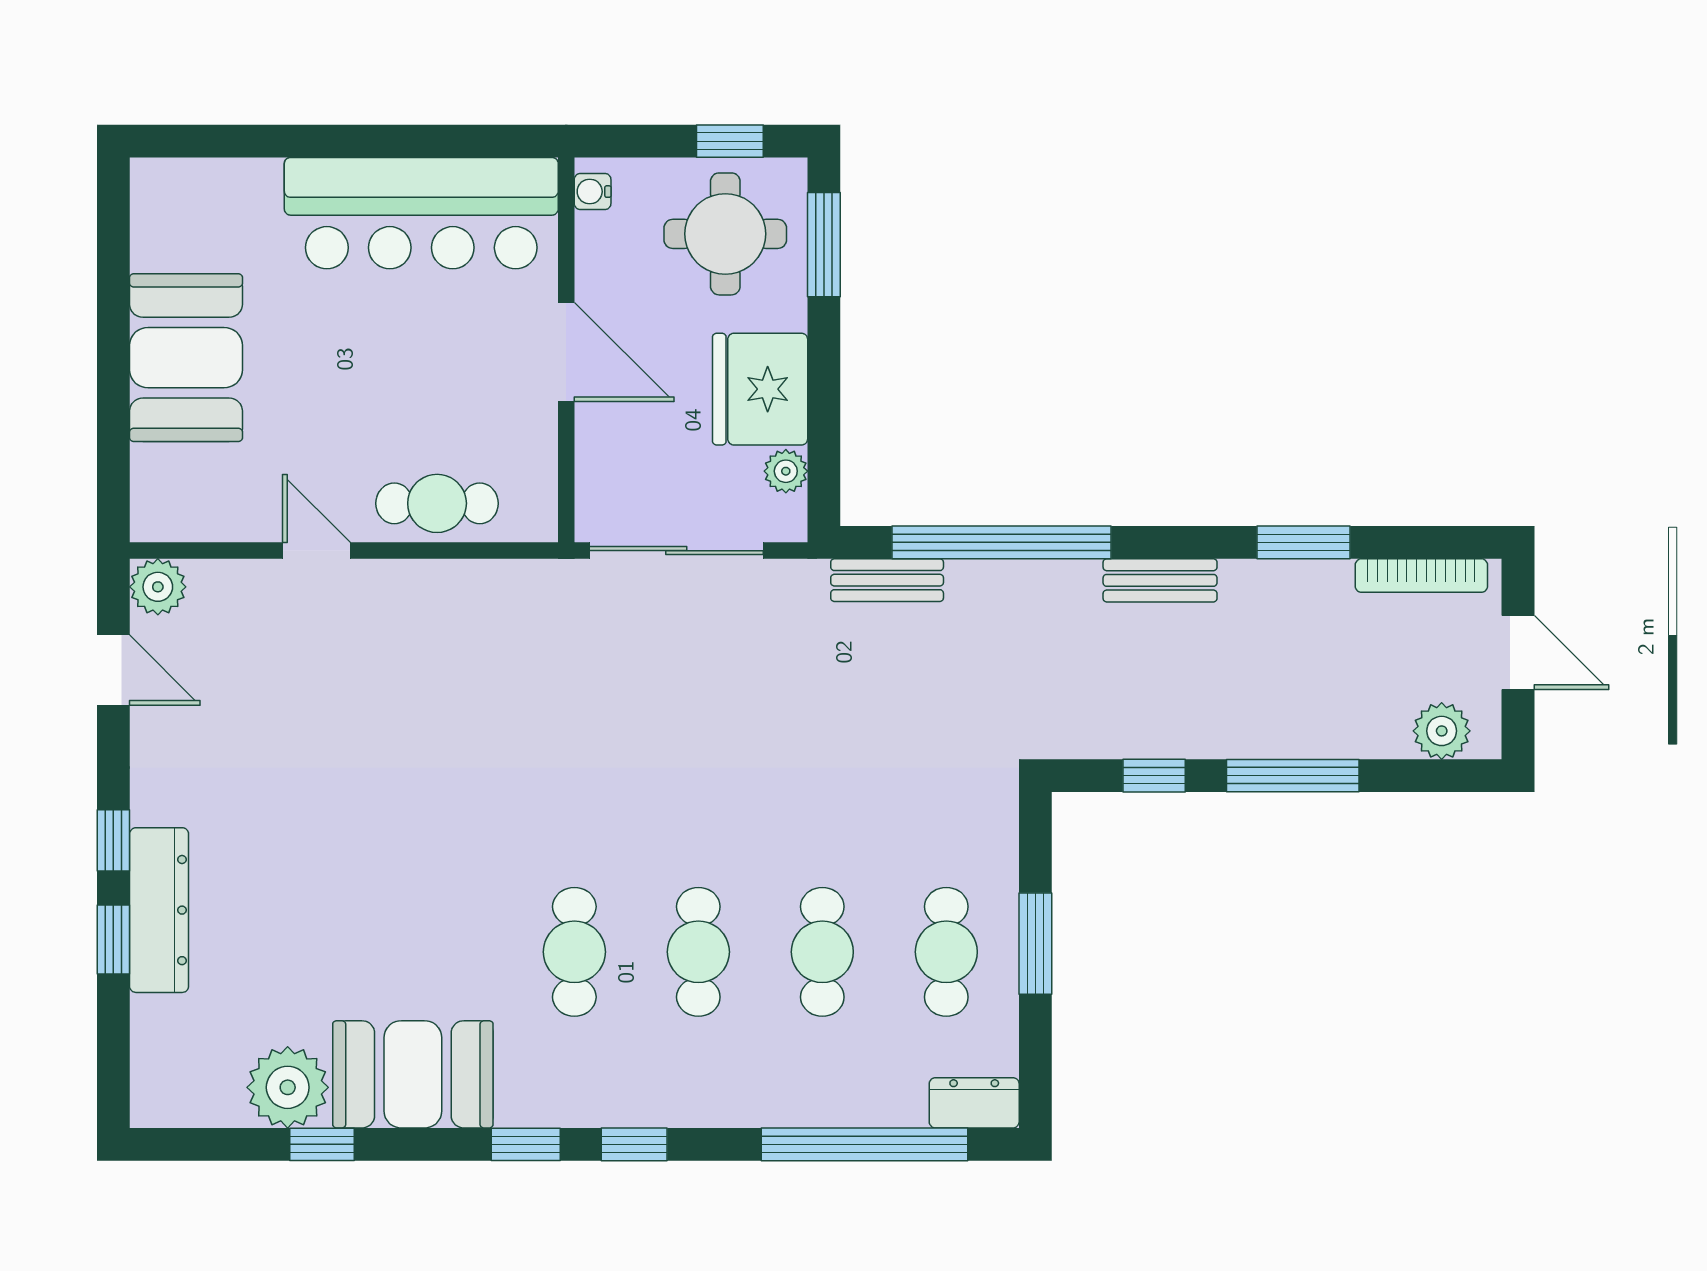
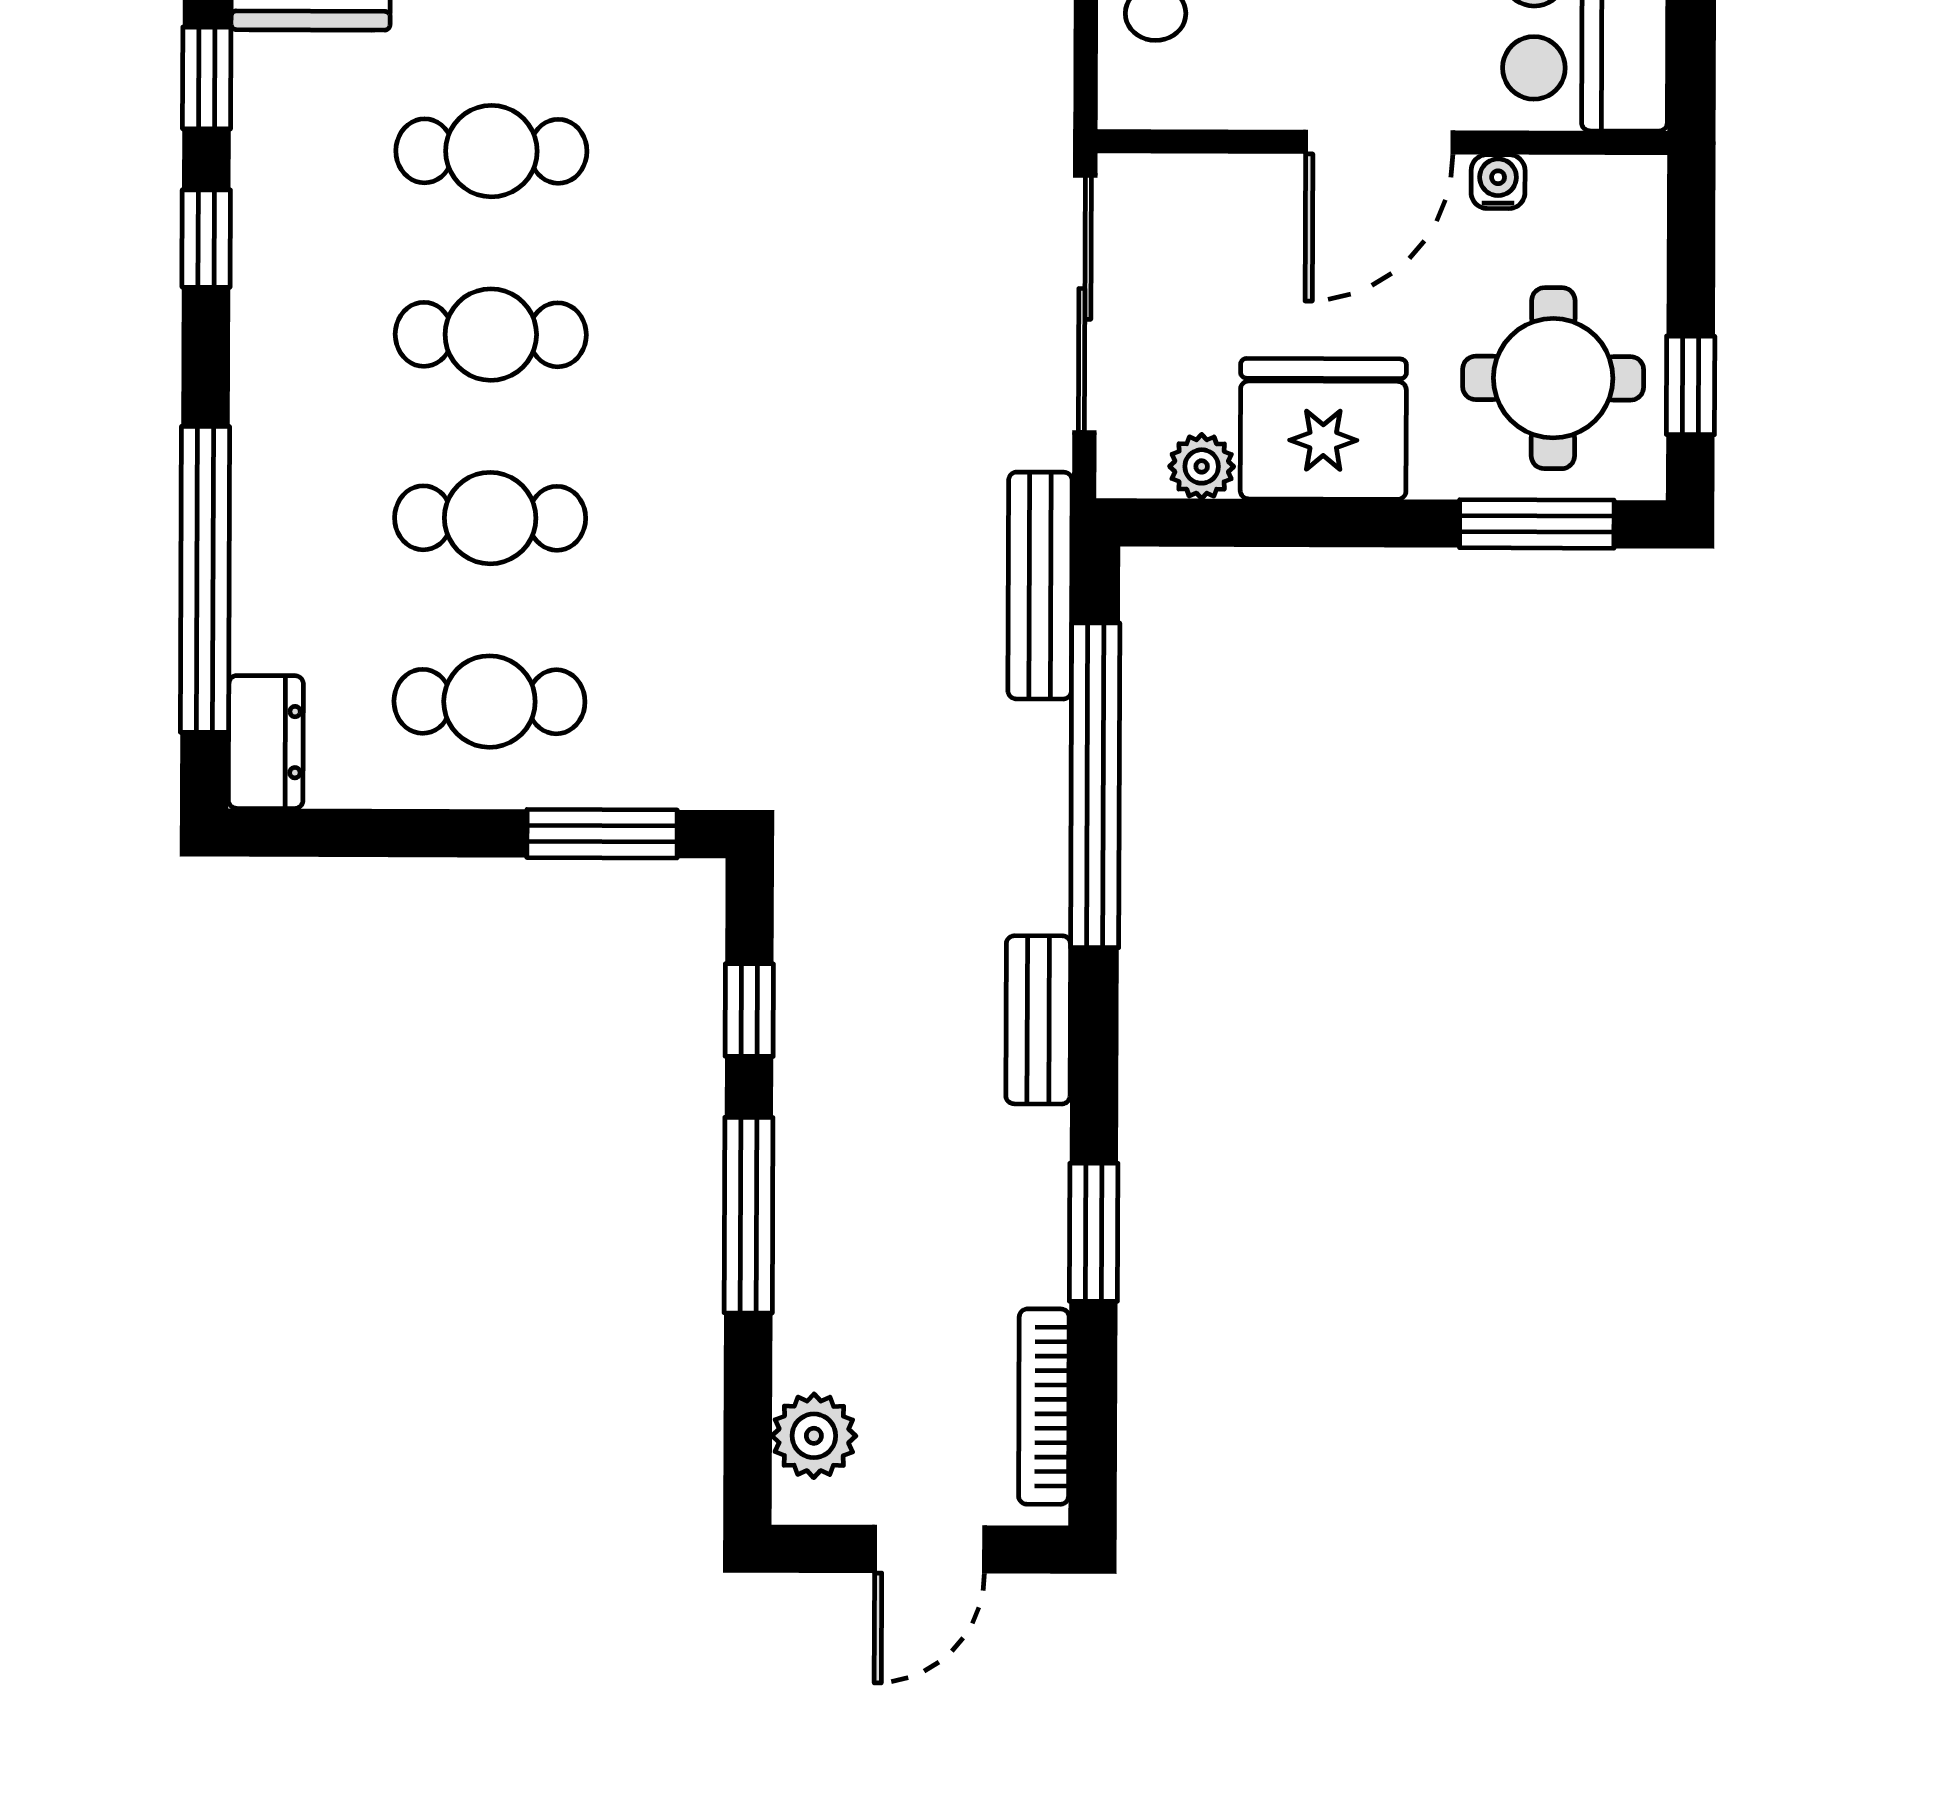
water cooler: (593, 192) -> (1498, 182), moved
bench: (887, 580) -> (1040, 586), width x1.36
window: (1035, 944) -> (602, 834), moved

